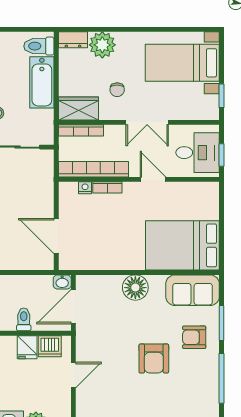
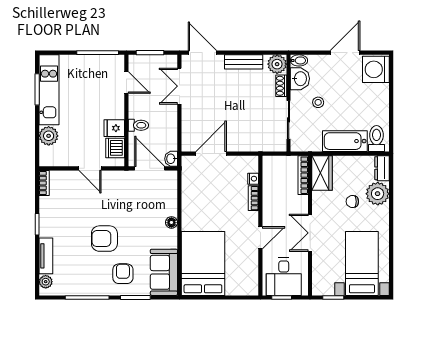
chair: (117, 90) -> (352, 202), moved
bookcase: (93, 169) -> (269, 186), removed
floor lamp: (135, 288) -> (171, 222), width x0.53, depth x0.53

